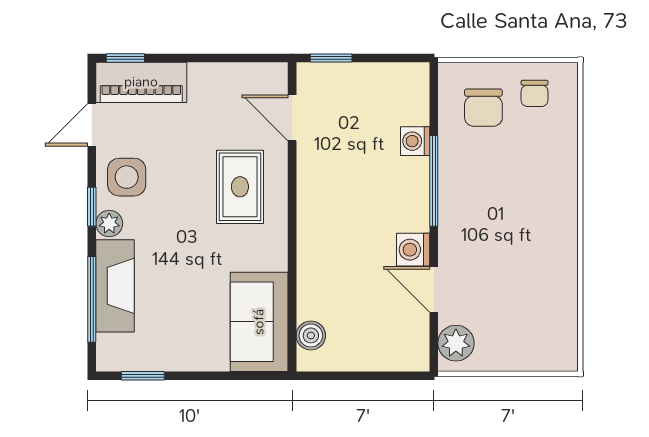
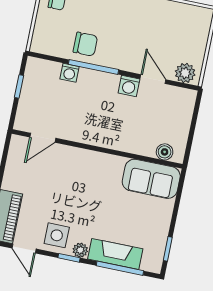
window: (331, 58) -> (19, 86), moved
chair: (483, 108) -> (85, 44), moved
rug: (240, 187) -> (75, 174), removed
door: (434, 289) -> (153, 79), swing flipped

